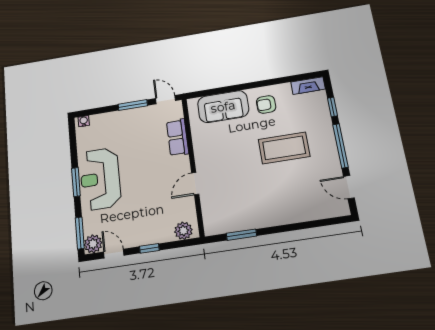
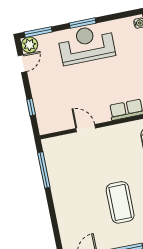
plant: (183, 231) -> (45, 121), removed
window: (242, 235) -> (44, 170), width x1.44
window: (149, 248) -> (31, 107), moved

